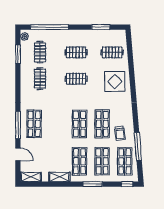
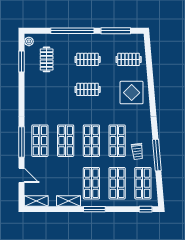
window: (49, 27) -> (72, 31), moved
window: (101, 27) -> (116, 31), width x1.44
clothes rail: (40, 79) -> (47, 89), removed
shop shelf: (57, 124) -> (66, 141), added
window: (138, 147) -> (157, 155), moved
window: (93, 184) -> (94, 209), moved

